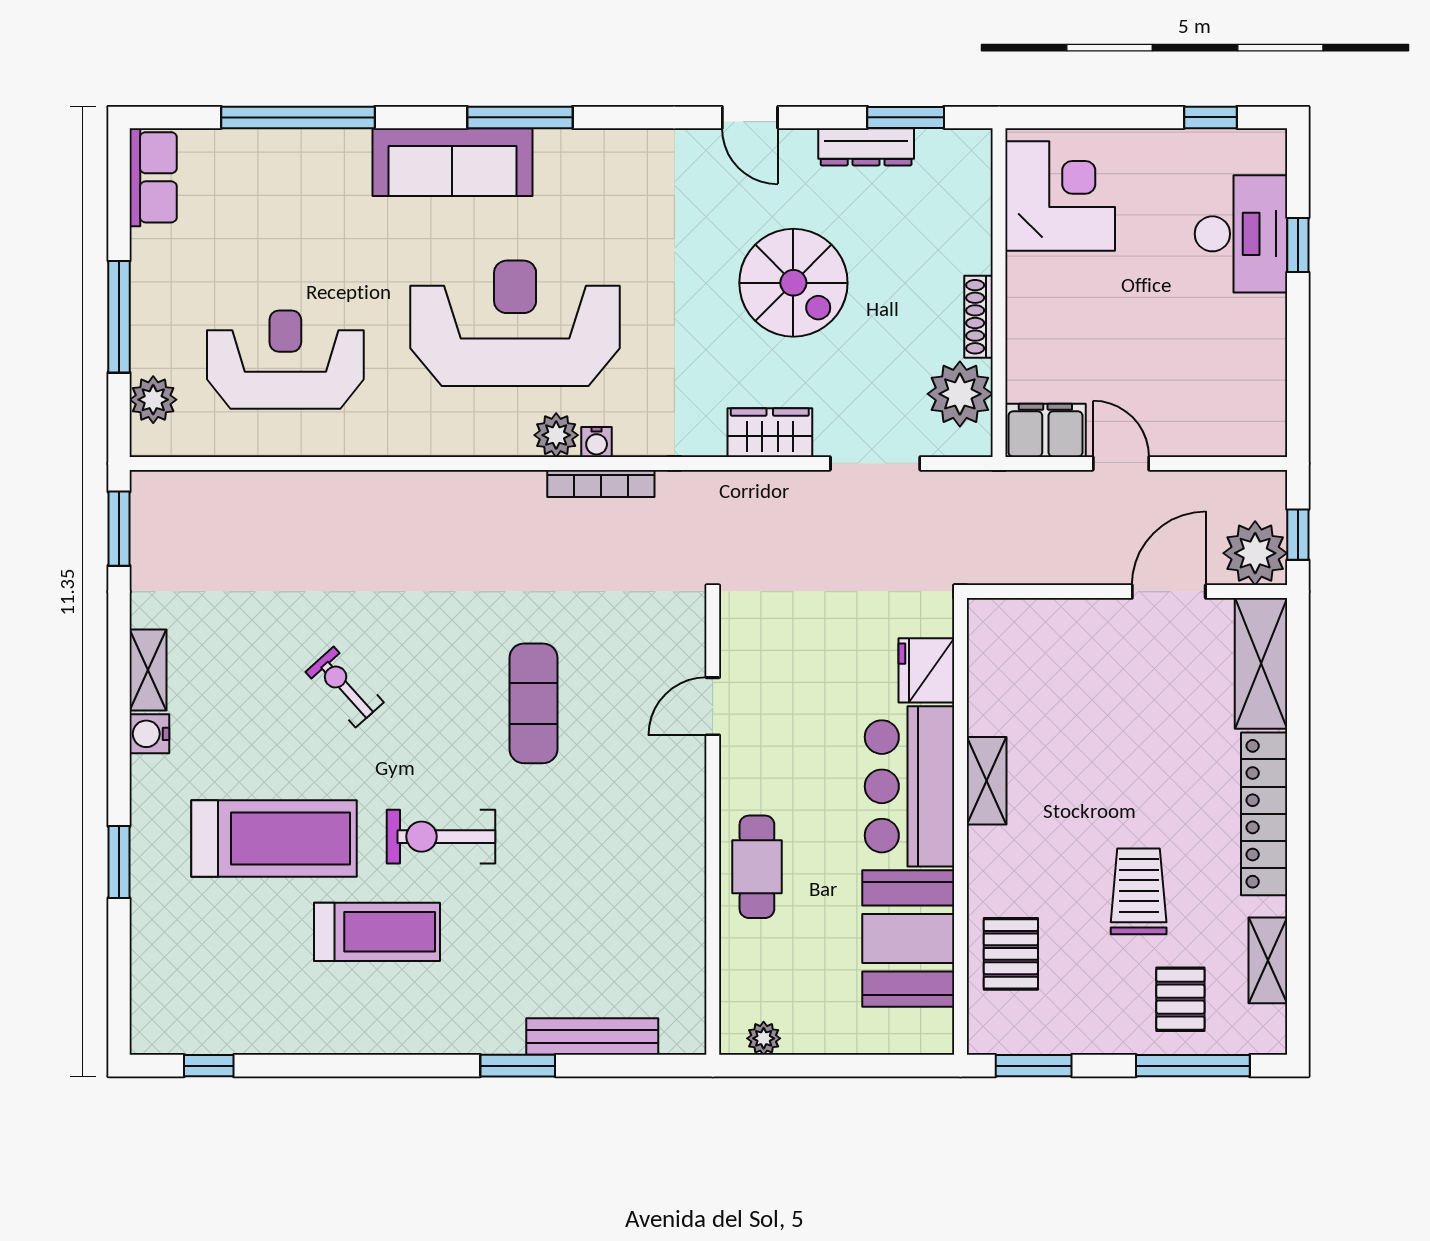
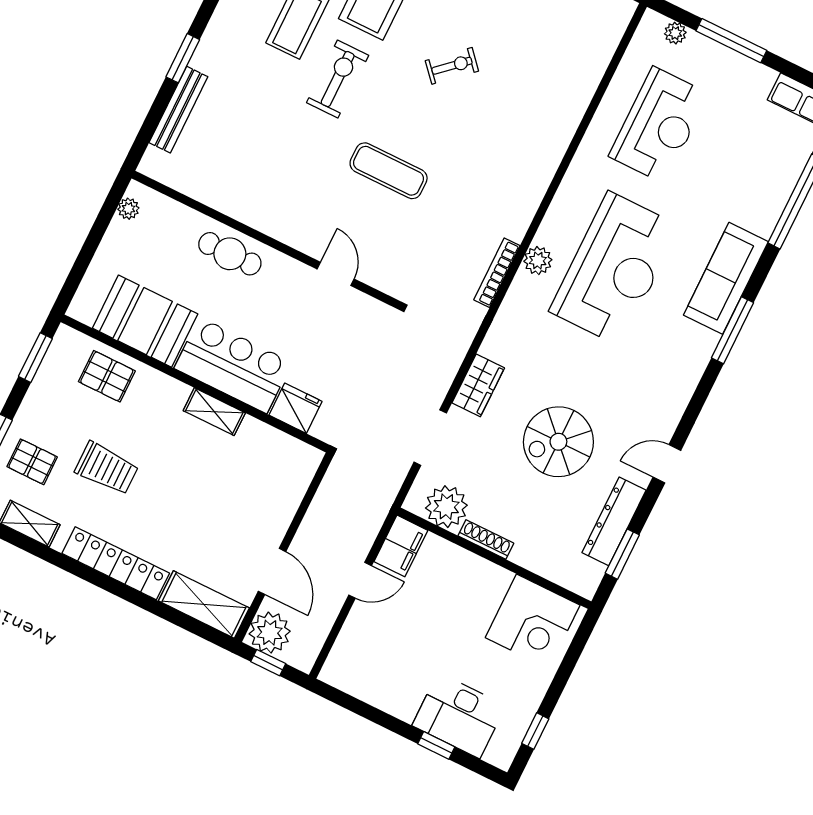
dresser: (866, 147) -> (614, 521), width x1.37, depth x1.24
plant: (153, 400) -> (675, 33), width x0.73, depth x0.73
water cooler: (597, 442) -> (522, 282), removed

